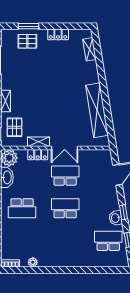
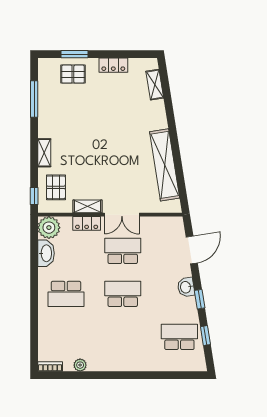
washbasin: (116, 218) -> (186, 287), moved

